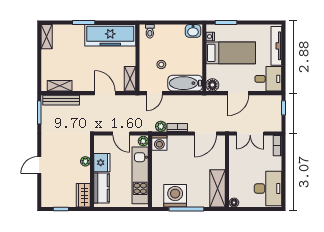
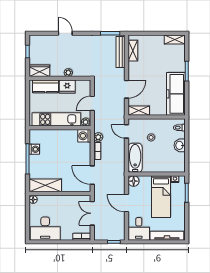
washbasin: (193, 31) -> (180, 145), moved
washing machine: (175, 196) -> (34, 149), width x0.53, depth x0.53

